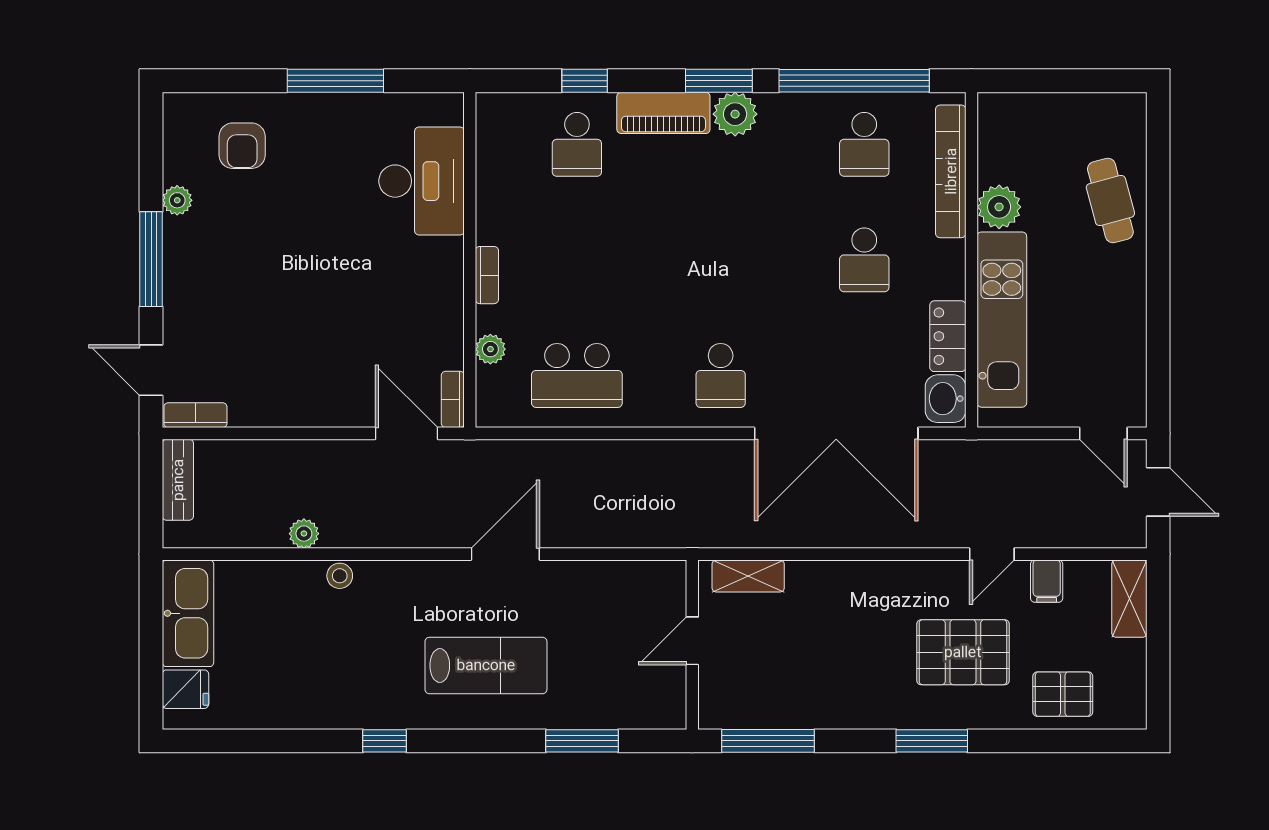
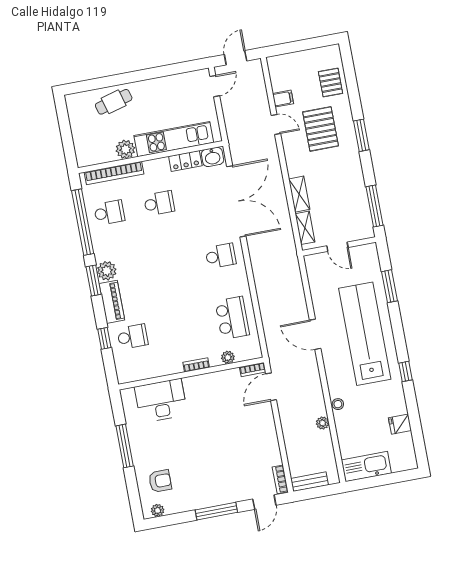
plant: (177, 200) -> (158, 510), moved
shelving: (1129, 599) -> (299, 194), moved, turned 90
lab bench: (486, 665) -> (365, 334), width x1.86, depth x1.39
fridge: (185, 689) -> (400, 424), moved, turned -90

